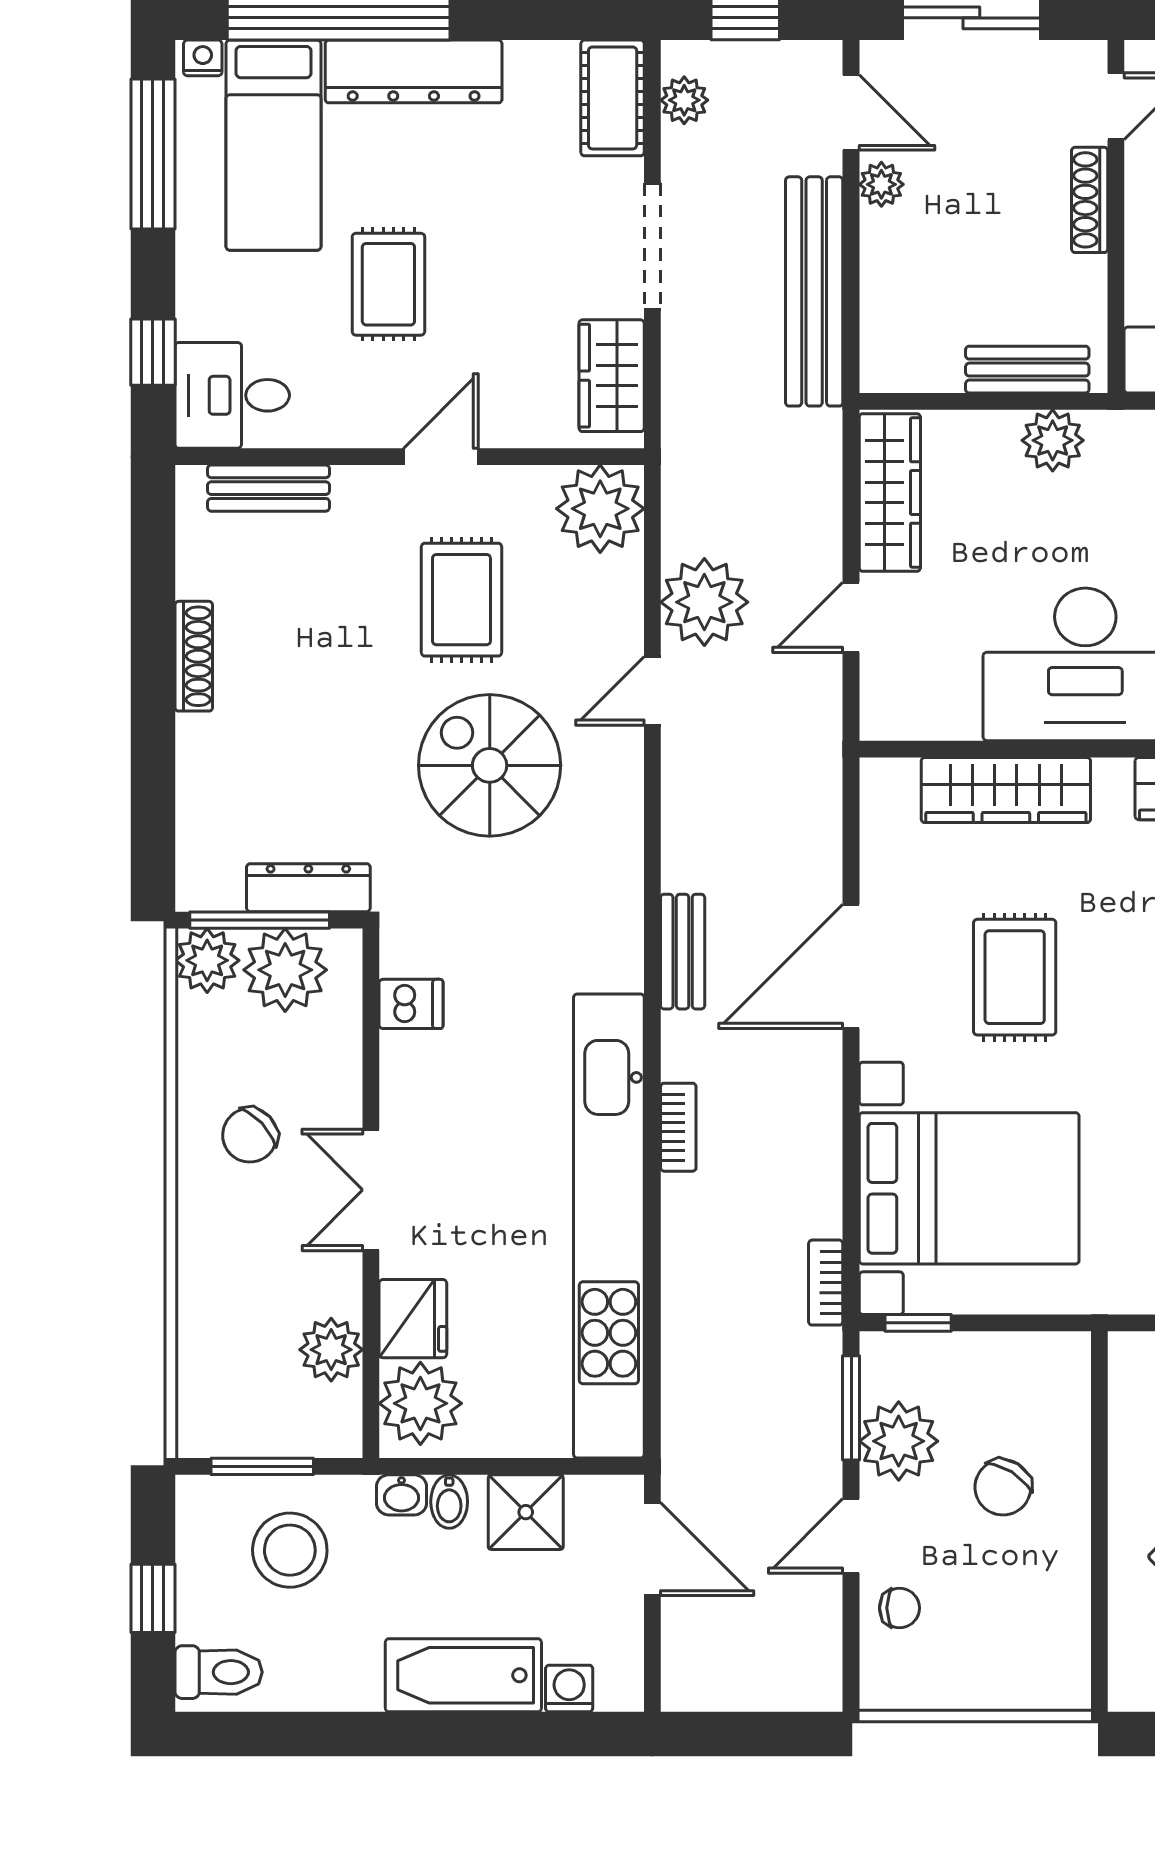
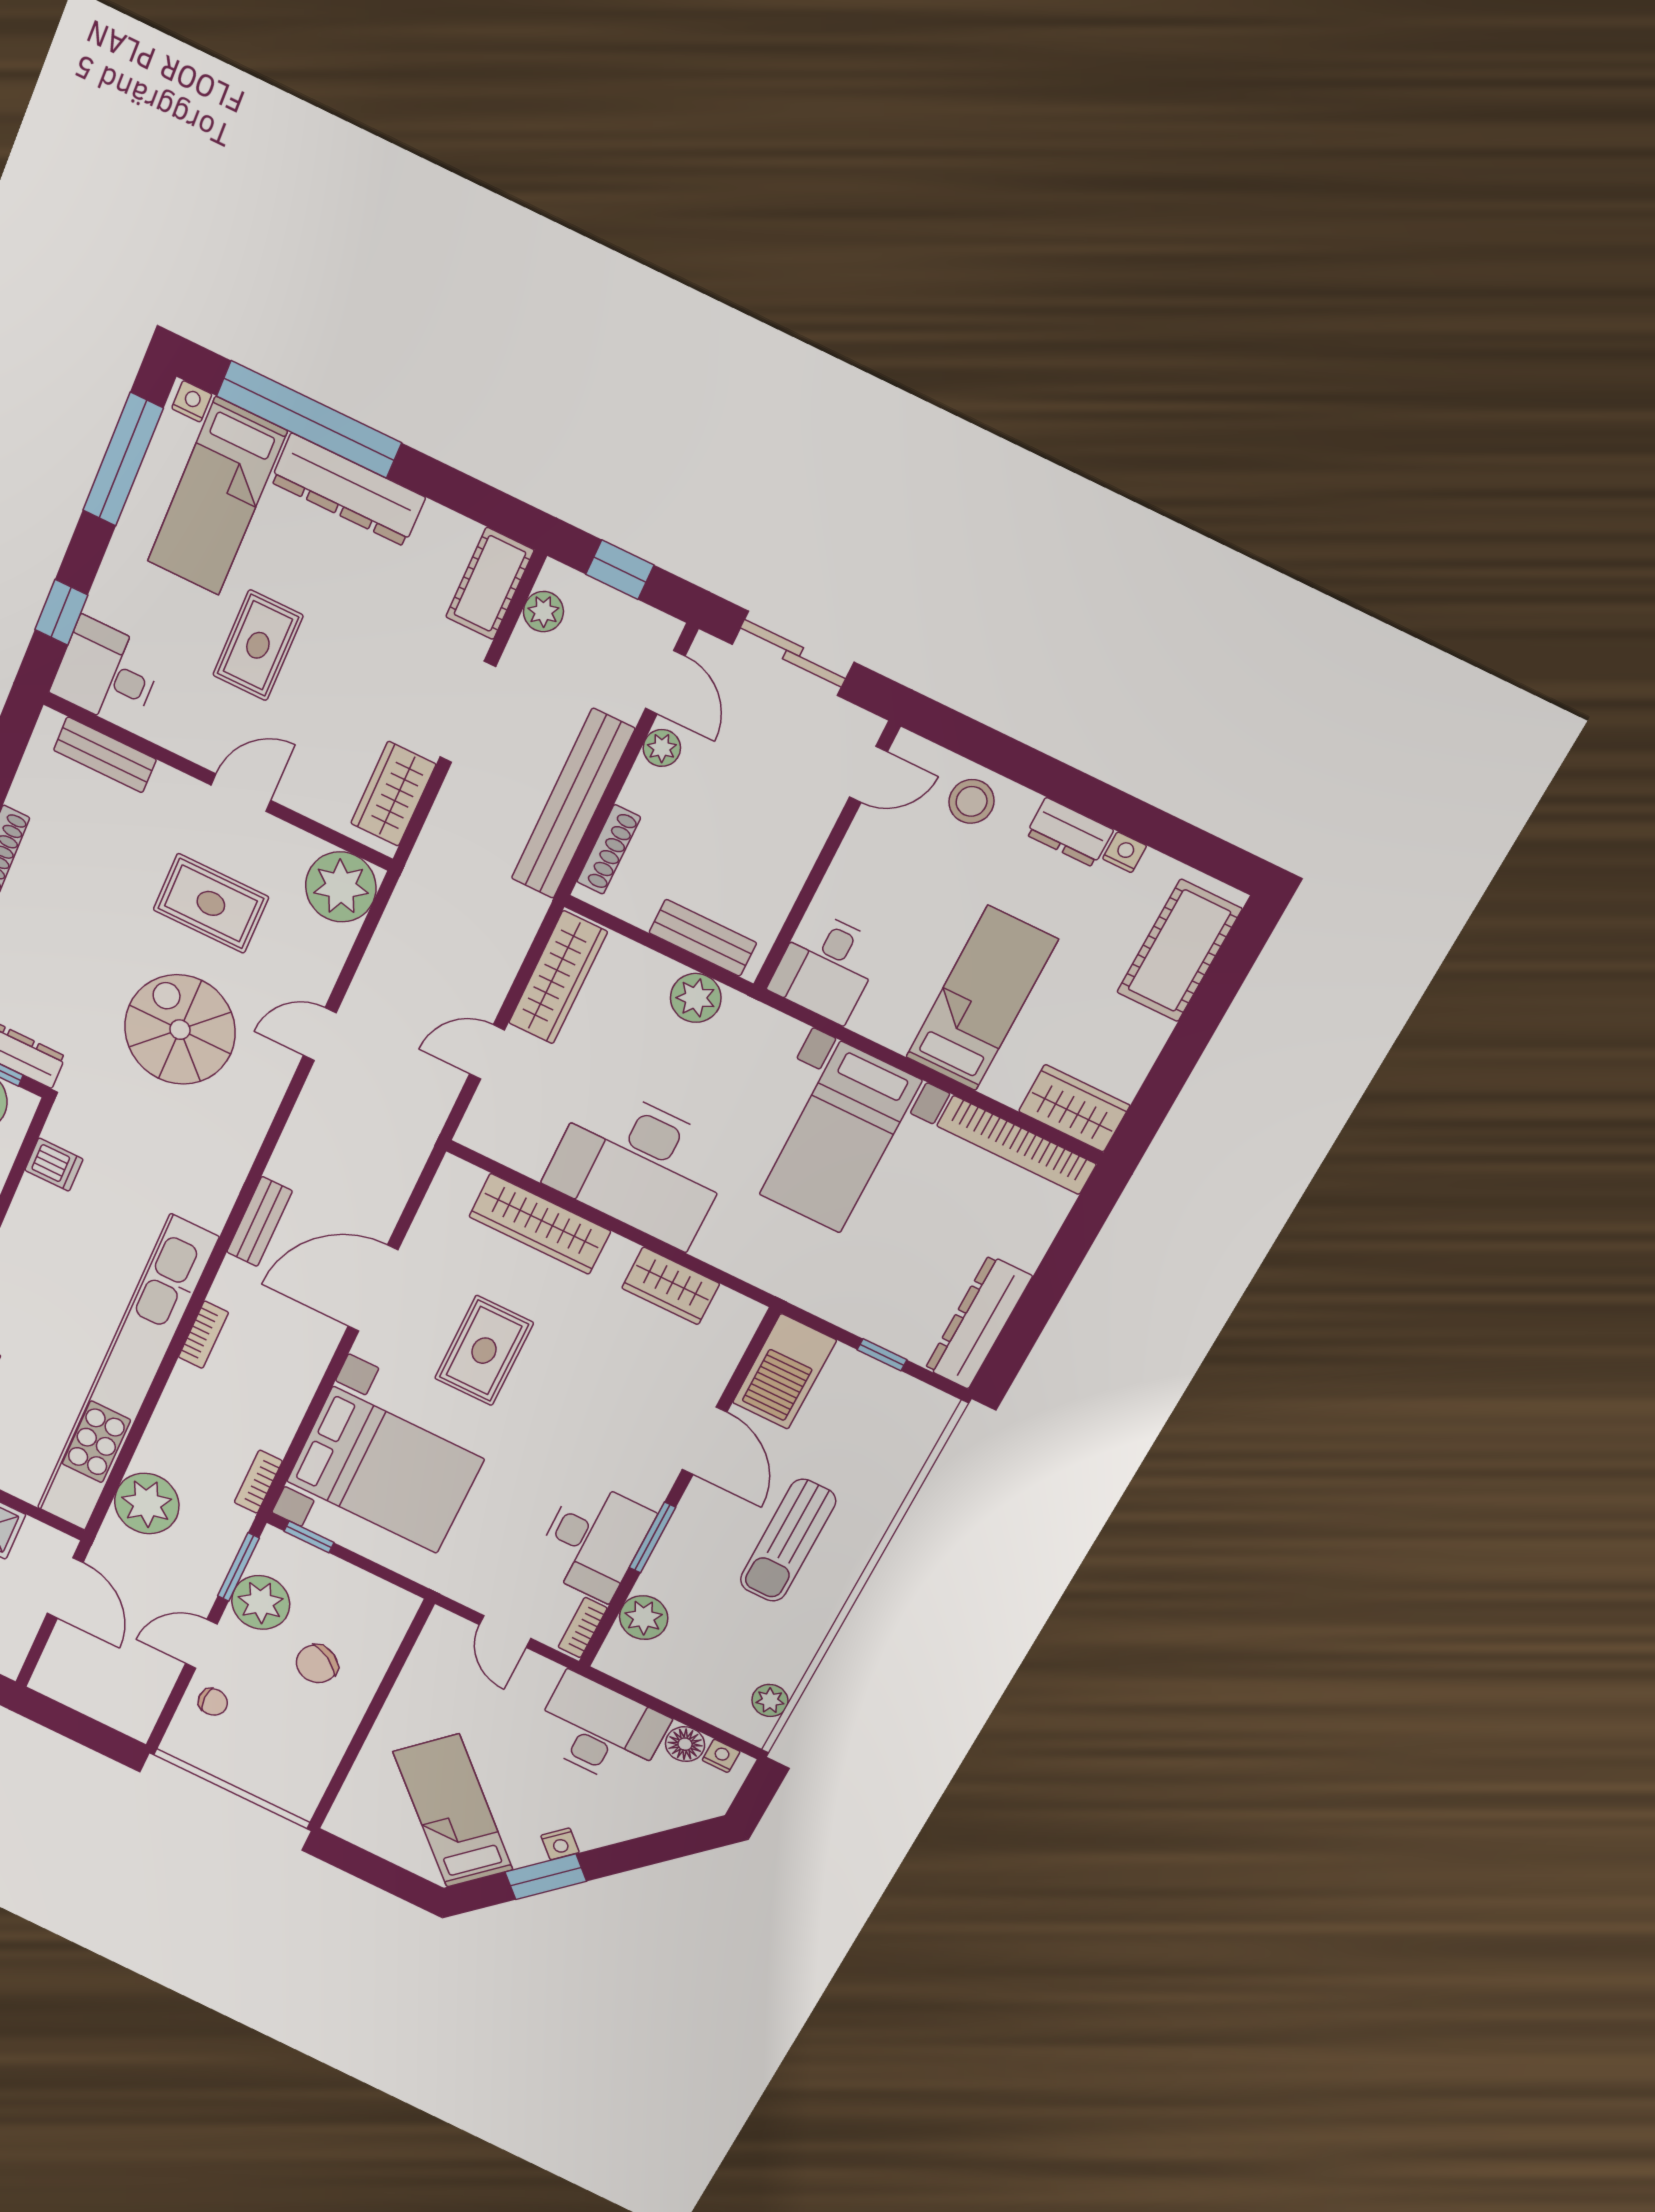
shoe rack: (1090, 200) -> (609, 849), moved, turned 180
rug: (461, 600) -> (211, 903), turned 90
plant: (704, 602) -> (147, 1504), moved

